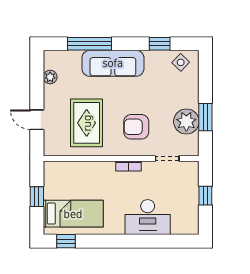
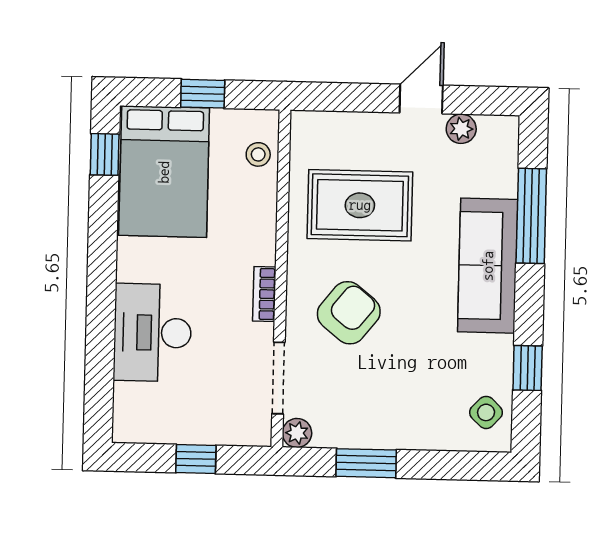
door: (37, 120) -> (421, 99), moved
plant: (186, 122) -> (297, 433), moved, width x0.53, depth x0.53
armchair: (136, 127) -> (349, 313), turned 39
doorway: (167, 158) -> (278, 378), width x1.38
stool: (64, 170) -> (258, 154), added
bed: (73, 214) -> (164, 172), width x1.50

